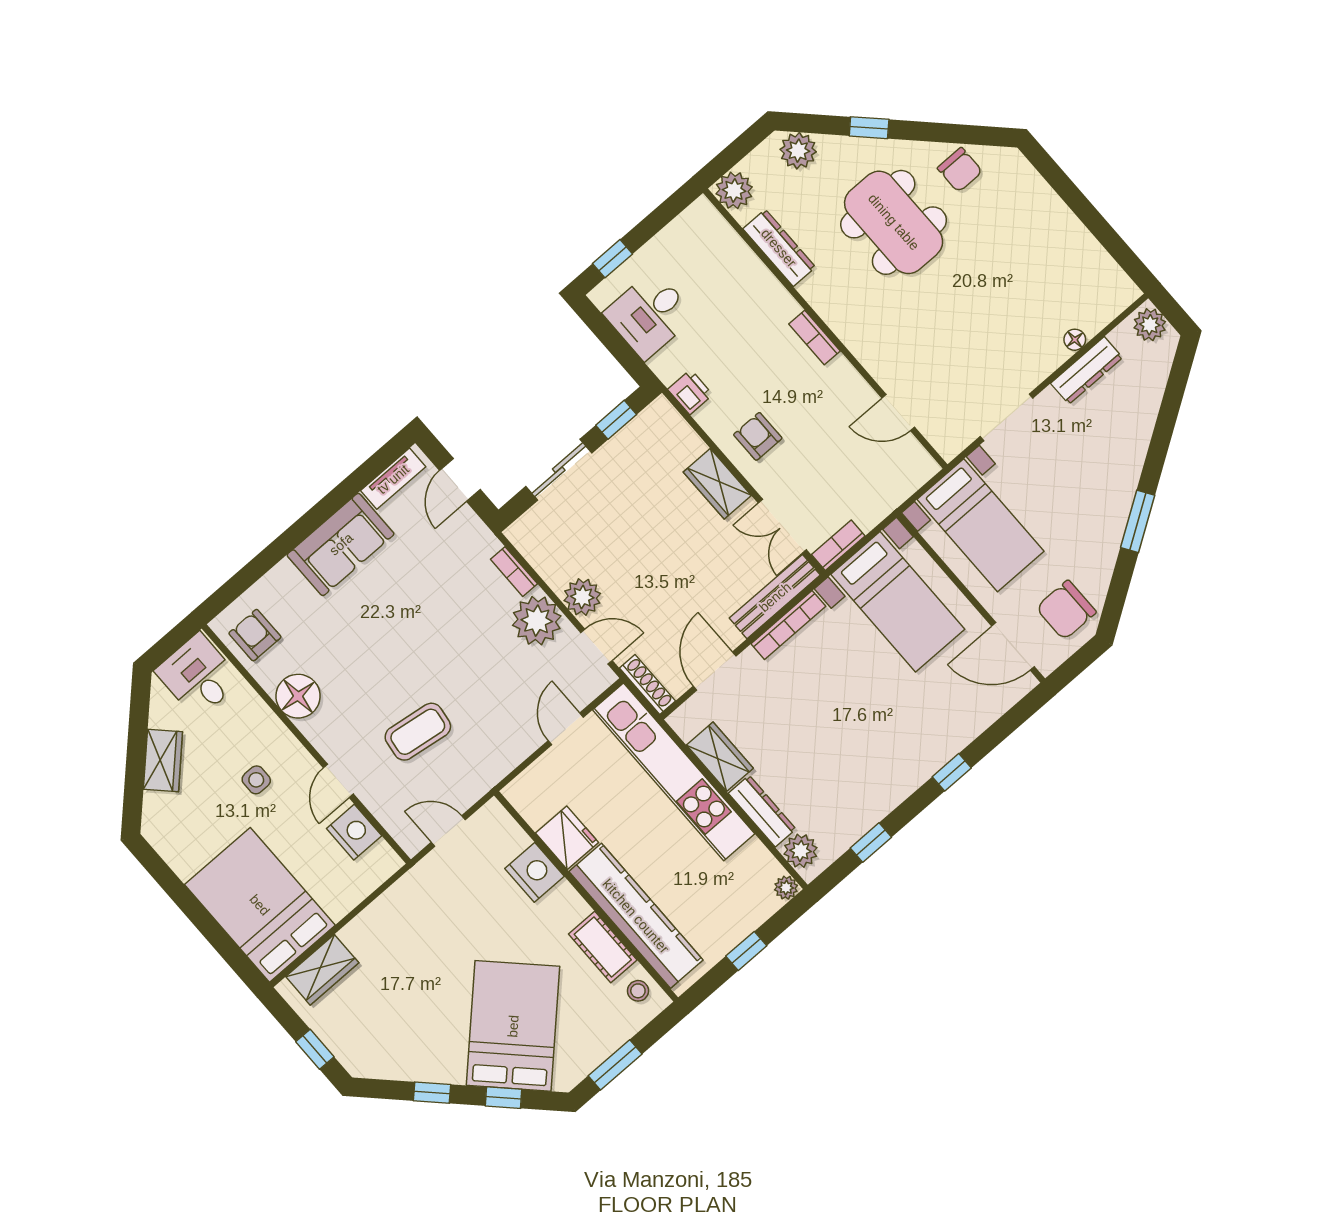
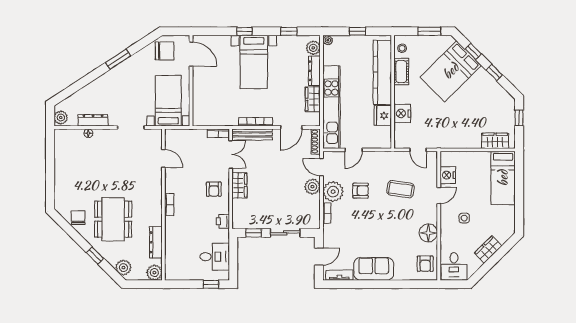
bed with nightstands: (898, 602) -> (254, 62), moved, turned 180
armchair: (488, 666) -> (361, 191), added
bed: (260, 905) -> (503, 178), width x0.67

